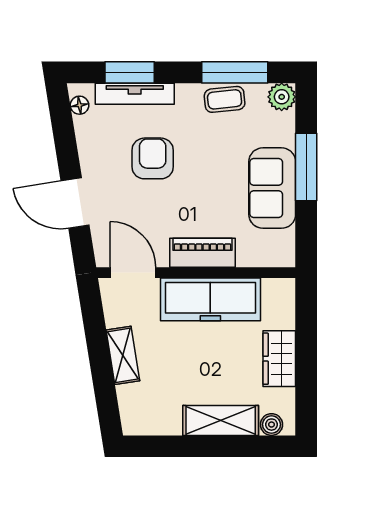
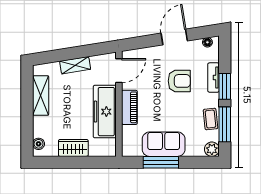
window: (130, 72) -> (225, 86), moved
tv unit: (135, 94) -> (214, 78), width x0.71
window: (306, 167) -> (161, 162), moved
door: (75, 203) -> (174, 37), moved
shelving: (221, 420) -> (41, 96), moved

